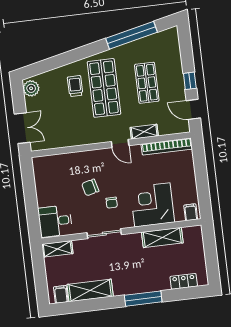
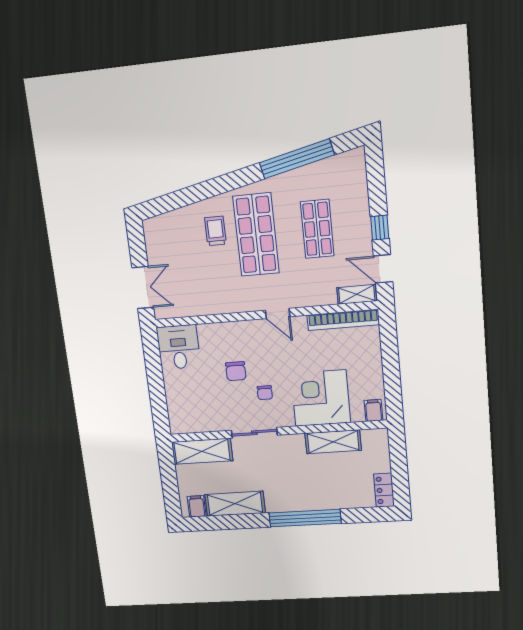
plant: (31, 88) -> (154, 233), removed
shelving: (144, 132) -> (357, 294), moved
chair: (90, 187) -> (236, 371), turned -76
desk: (55, 221) -> (179, 347), moved, turned 90
shelving: (57, 249) -> (202, 451), width x1.50, depth x1.33
locker: (184, 281) -> (384, 490), moved, turned -90
window: (143, 299) -> (305, 518), width x1.46

